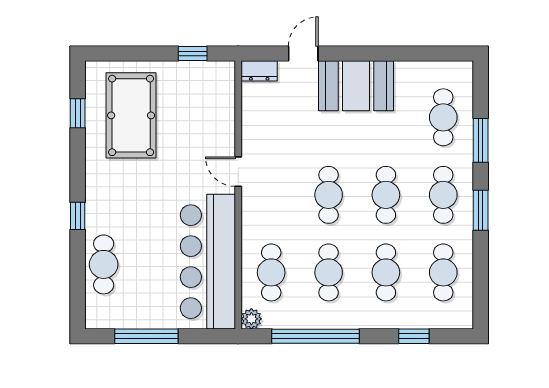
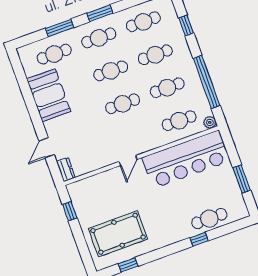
door: (303, 54) -> (47, 148), hinge flipped
booth: (356, 86) -> (49, 95), moved
window: (78, 216) -> (199, 239), moved
window: (146, 336) -> (242, 179), width x0.69

